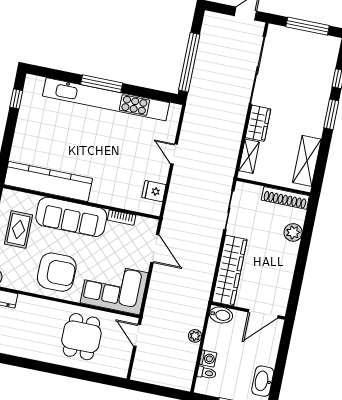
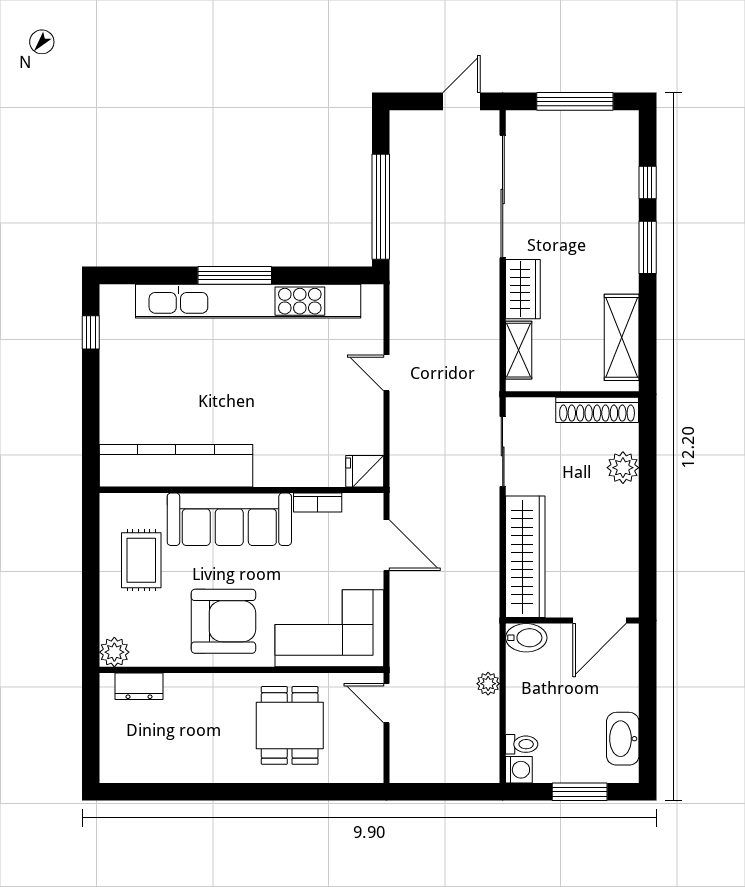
fridge: (154, 191) -> (365, 471), moved
washing machine: (208, 359) -> (519, 770), moved

